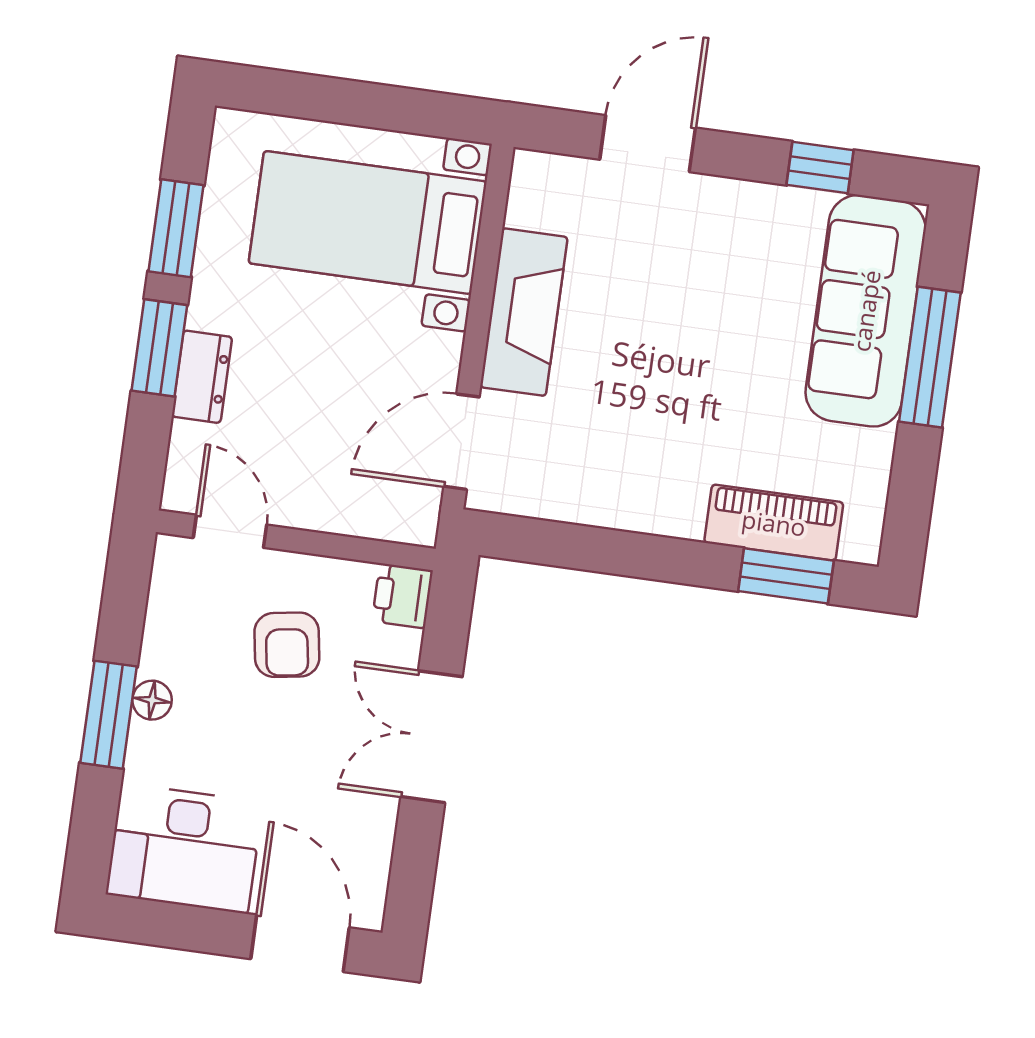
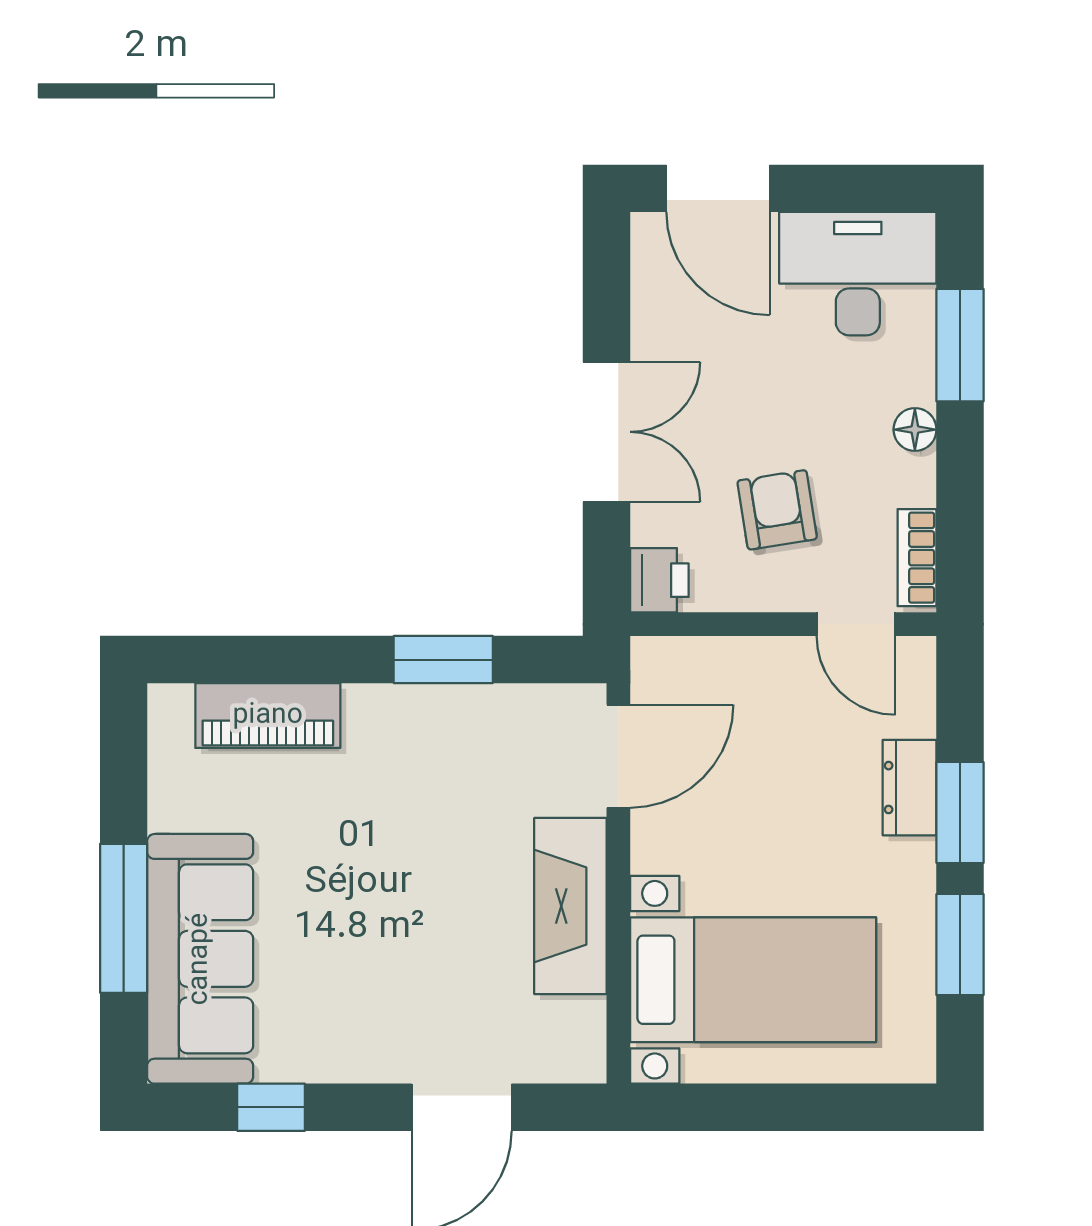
window: (786, 576) -> (443, 660), moved
bookcase: (166, 584) -> (917, 558), added
window: (109, 715) -> (960, 345), moved

